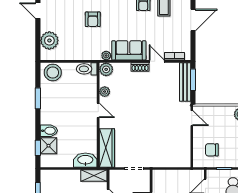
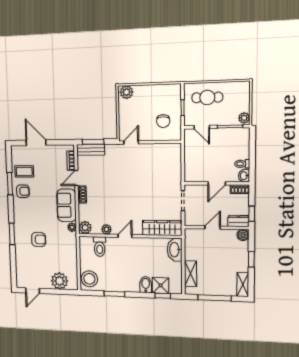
toilet: (87, 69) -> (100, 247), moved
bench: (185, 82) -> (91, 150), width x0.73
shelving: (94, 176) -> (191, 274), moved

